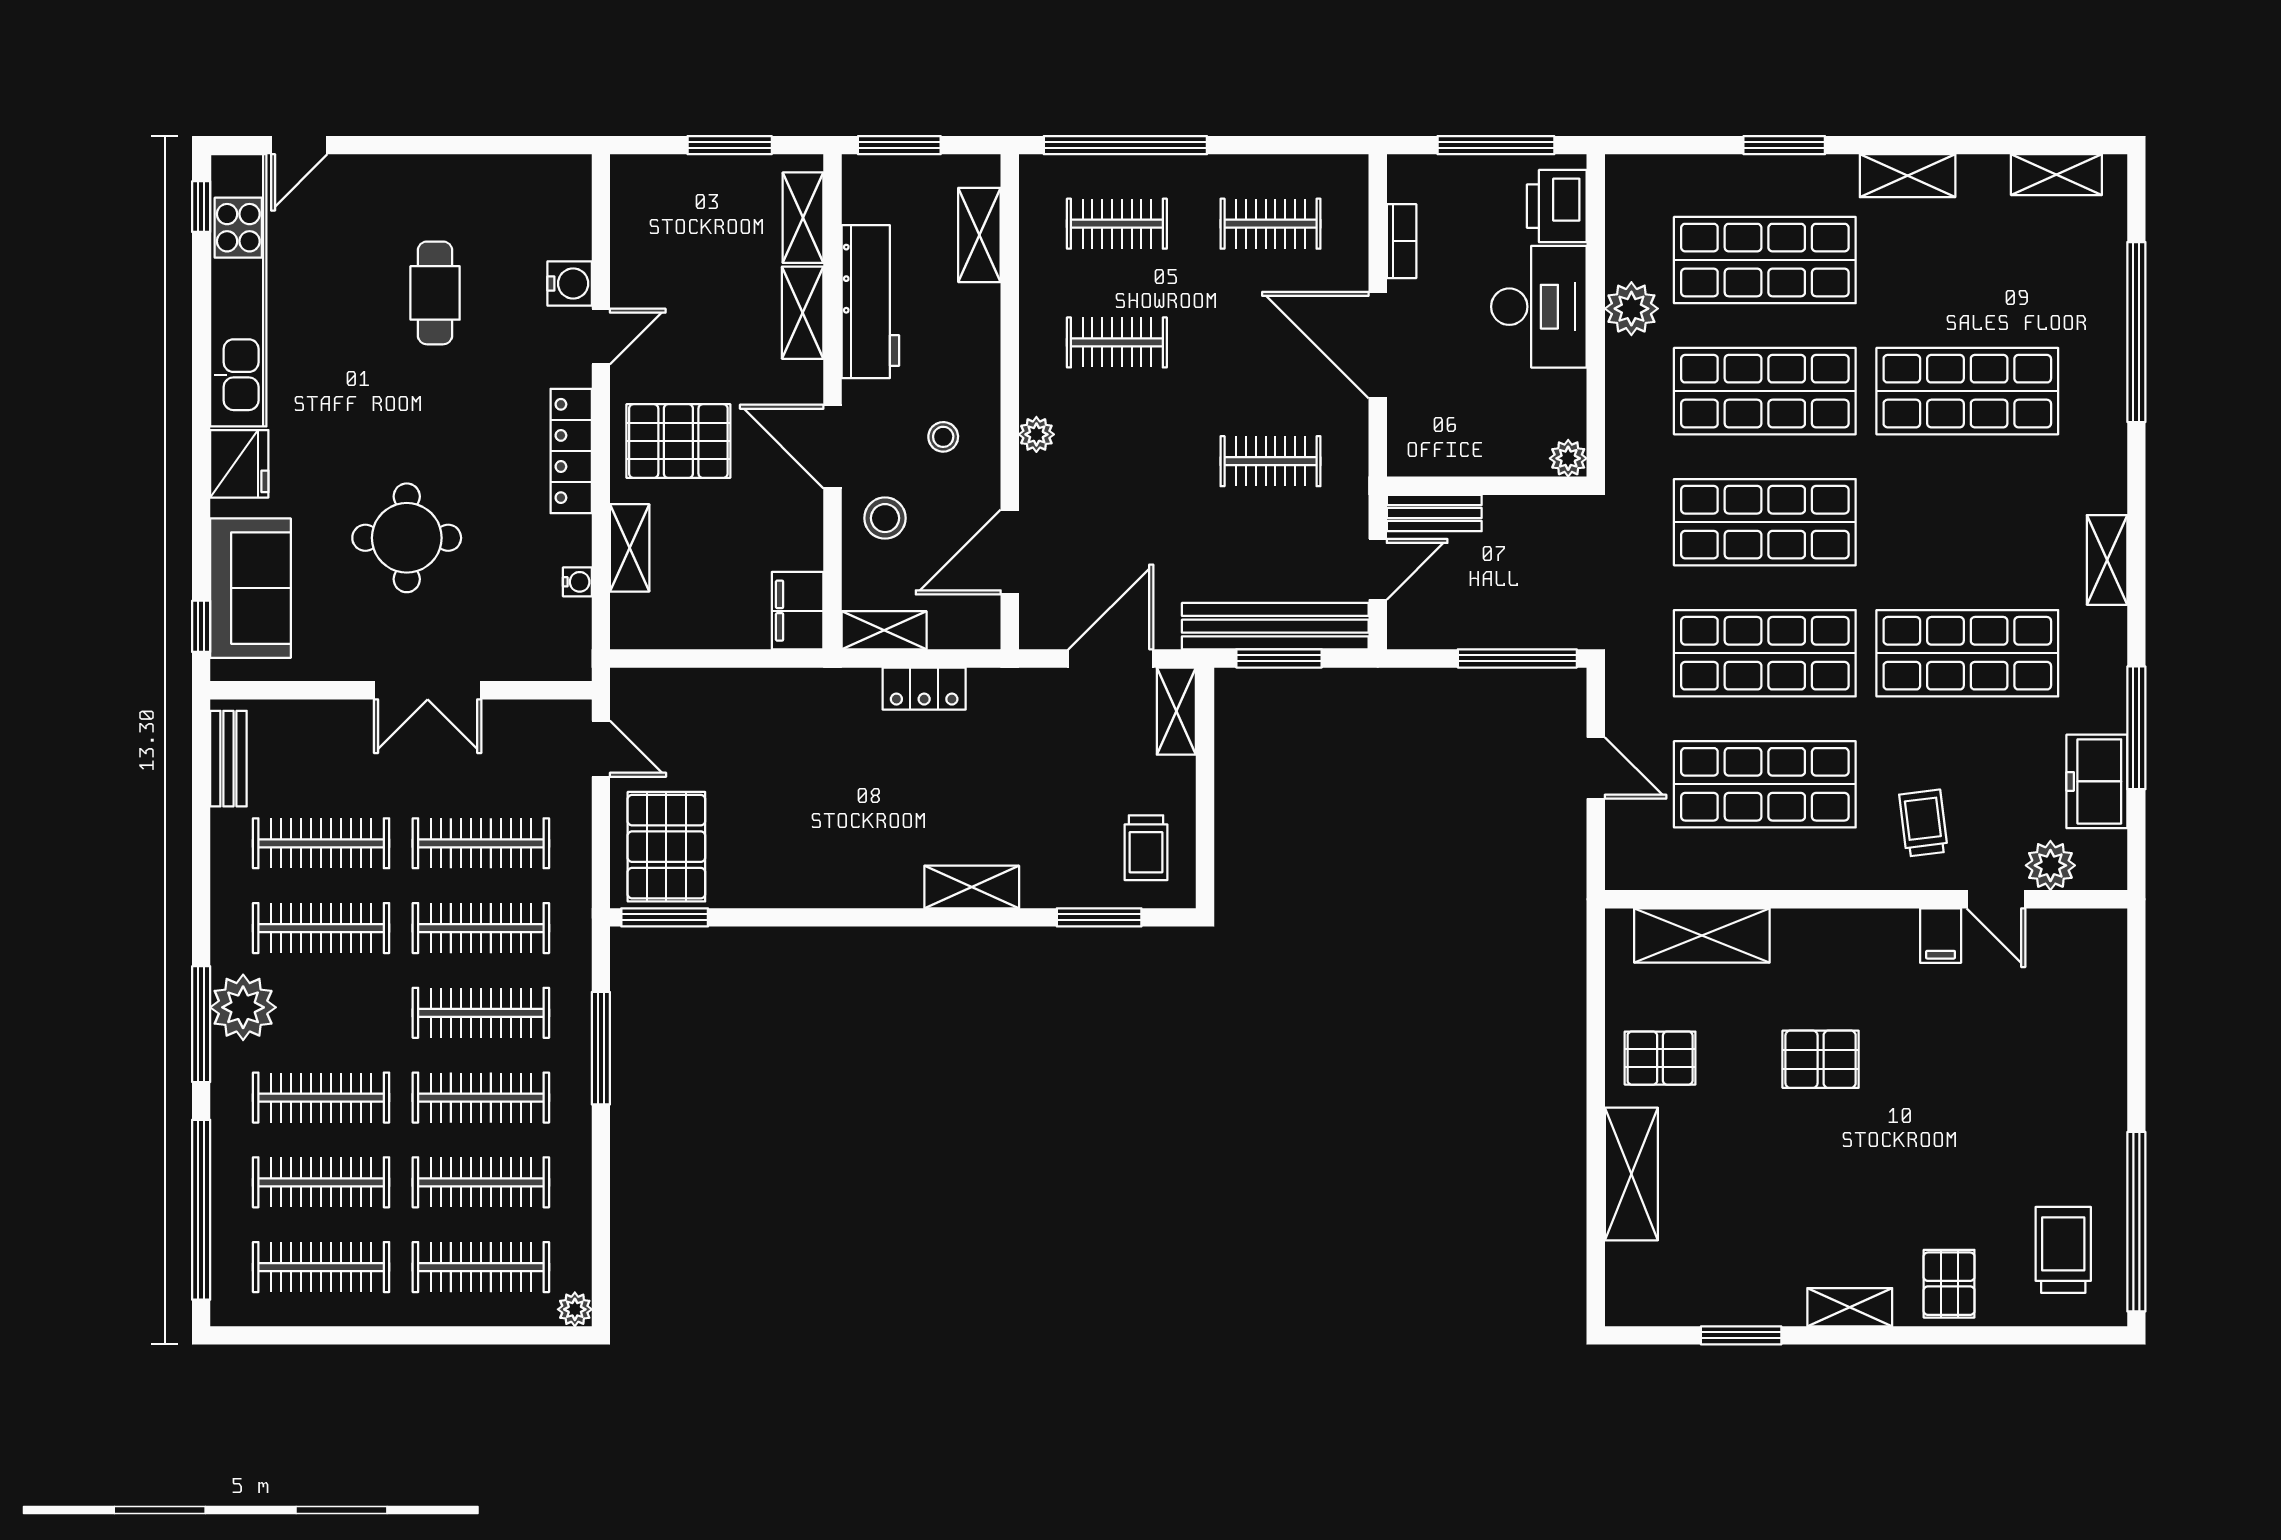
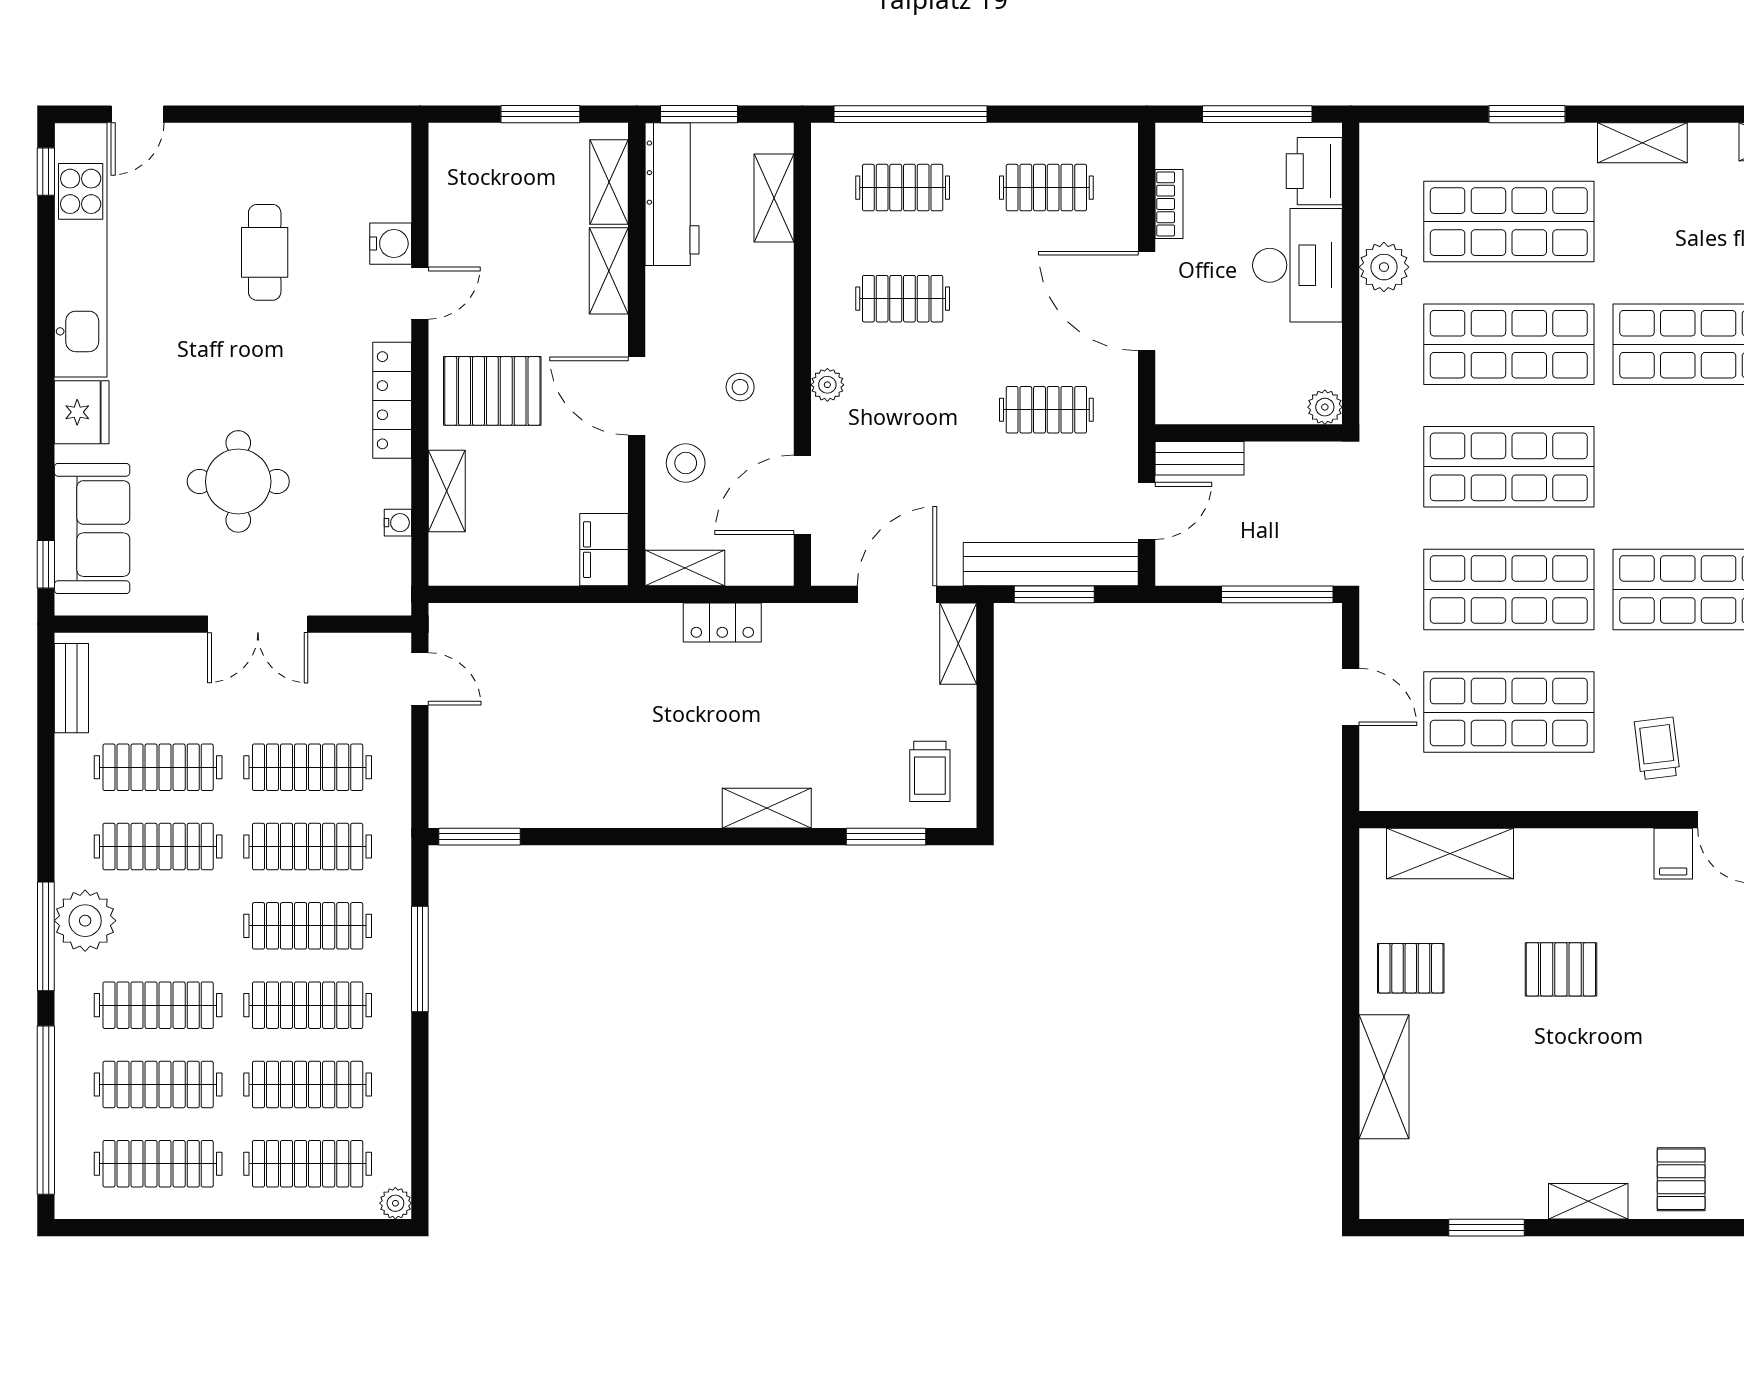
workbench: (870, 302) -> (672, 194), moved
pallet: (666, 847) -> (481, 770), removed

